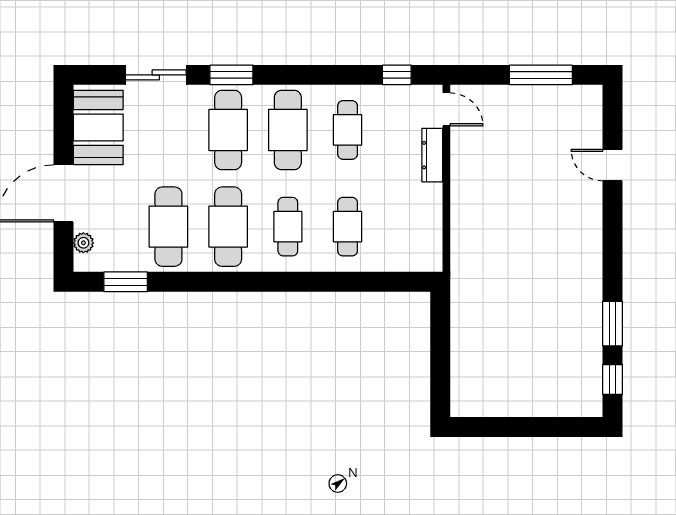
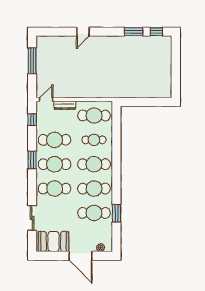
window: (231, 75) -> (32, 160), moved
cafe table: (348, 130) -> (55, 140), width x1.37, depth x1.35
door: (613, 165) -> (83, 32), moved
cafe table: (288, 227) -> (94, 164), width x1.37, depth x1.35
cafe table: (407, 227) -> (94, 115), added
window: (126, 282) -> (116, 213), moved

